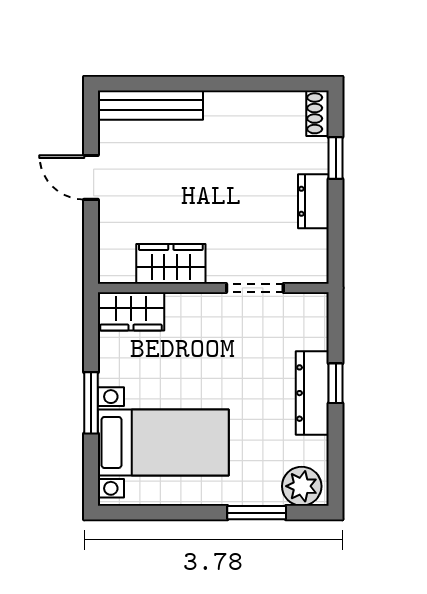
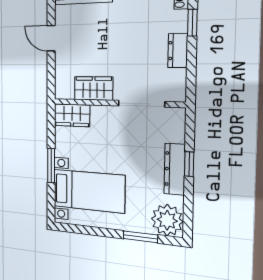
doorway: (255, 288) -> (141, 104), width x1.38
plant: (302, 486) -> (167, 220), width x1.36, depth x1.36

